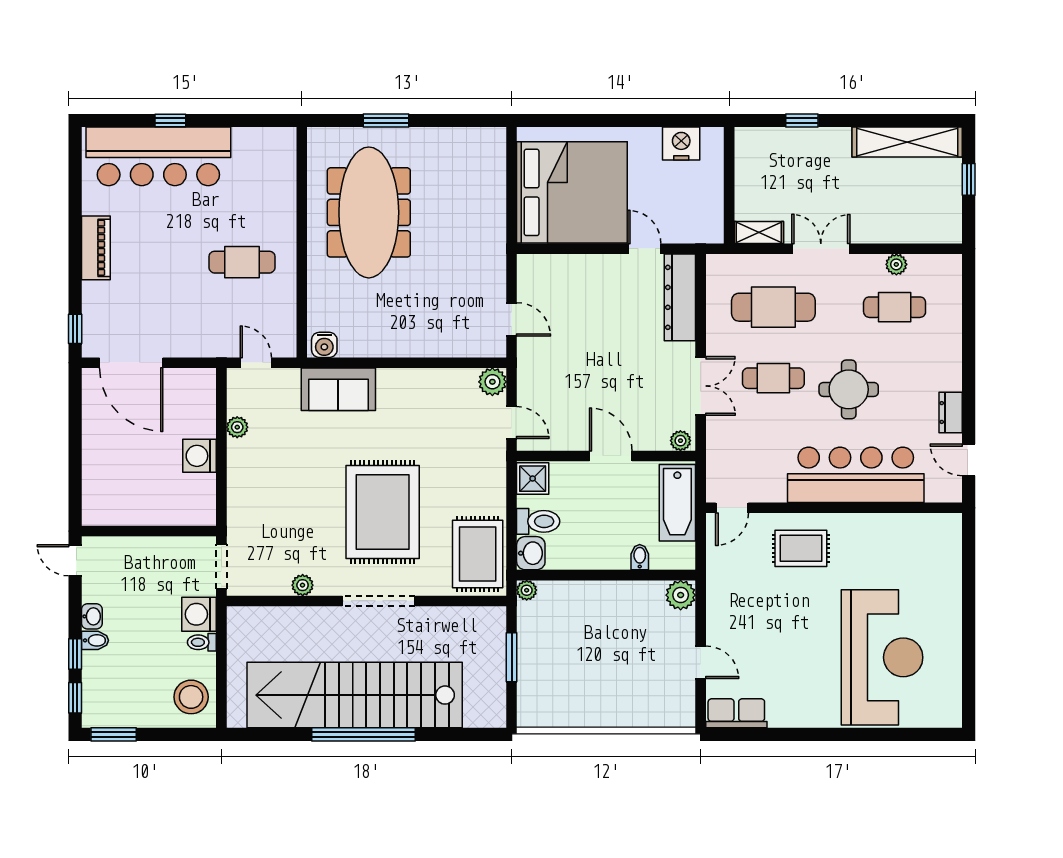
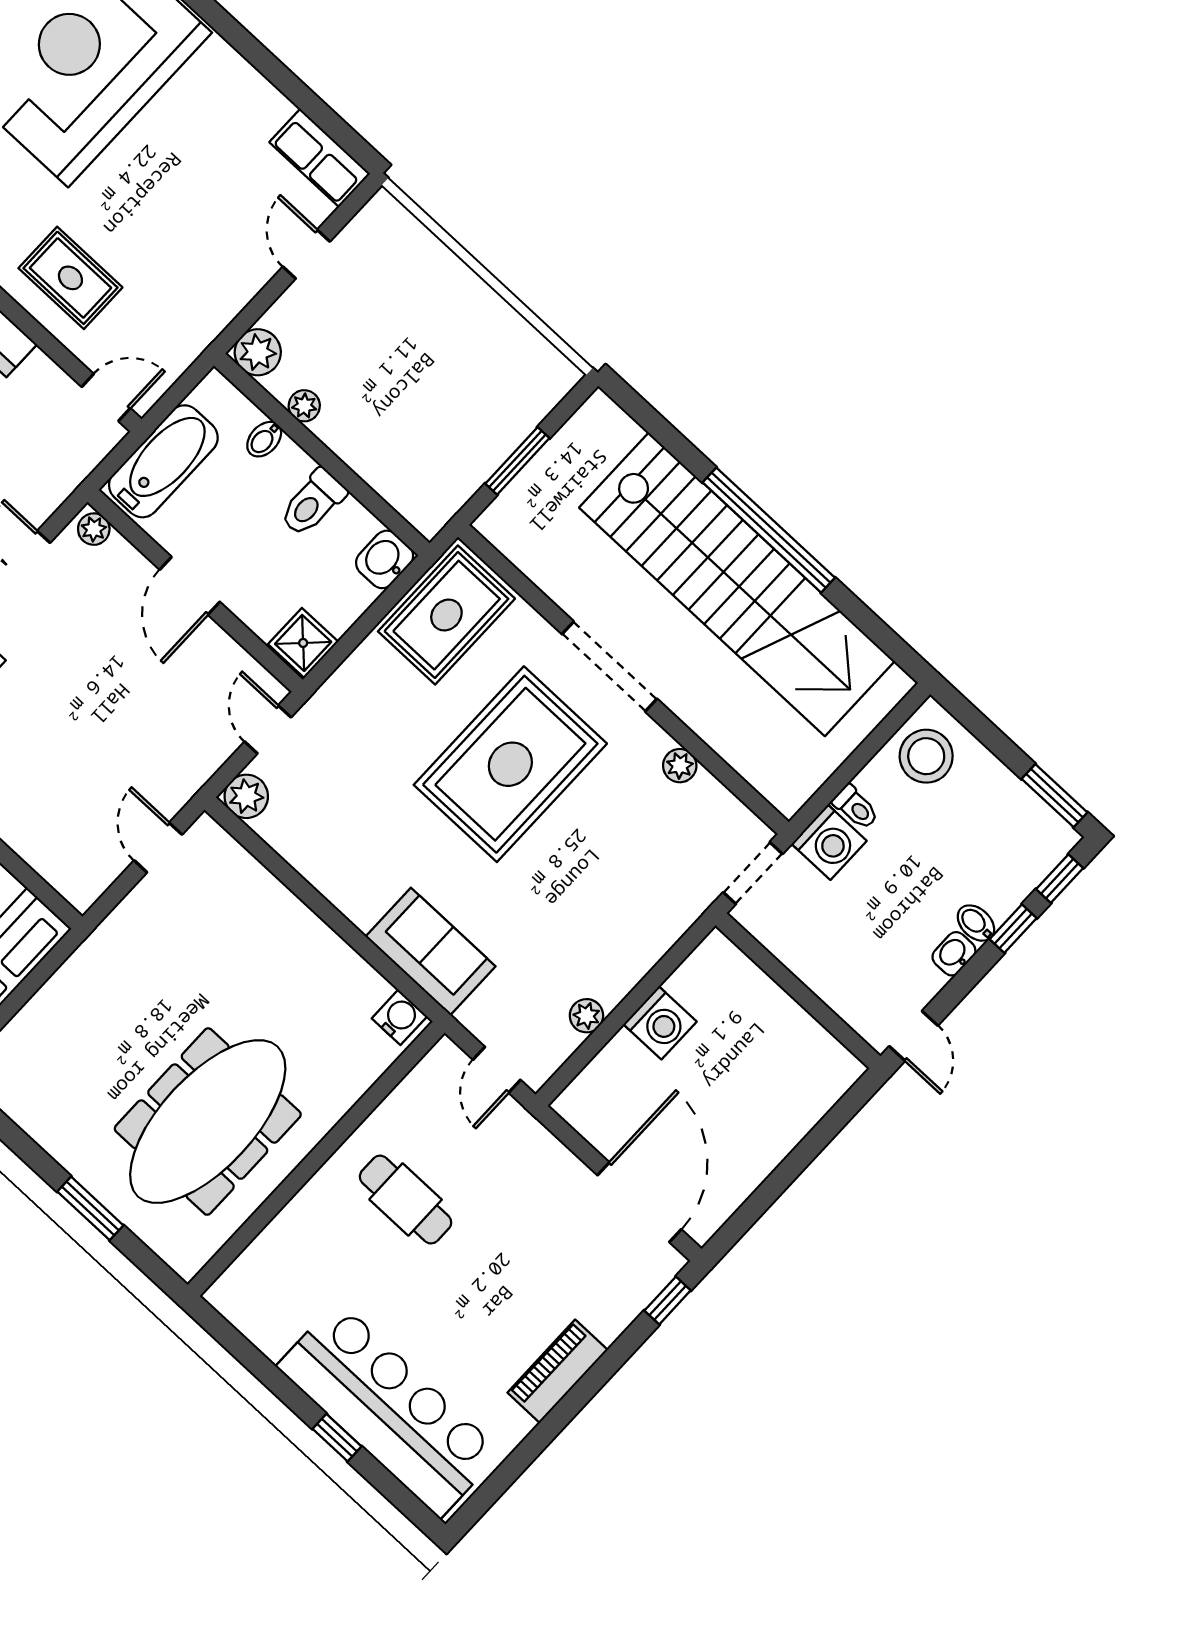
toilet: (538, 521) -> (313, 503), moved, turned -90
plant: (527, 590) -> (304, 406), moved

